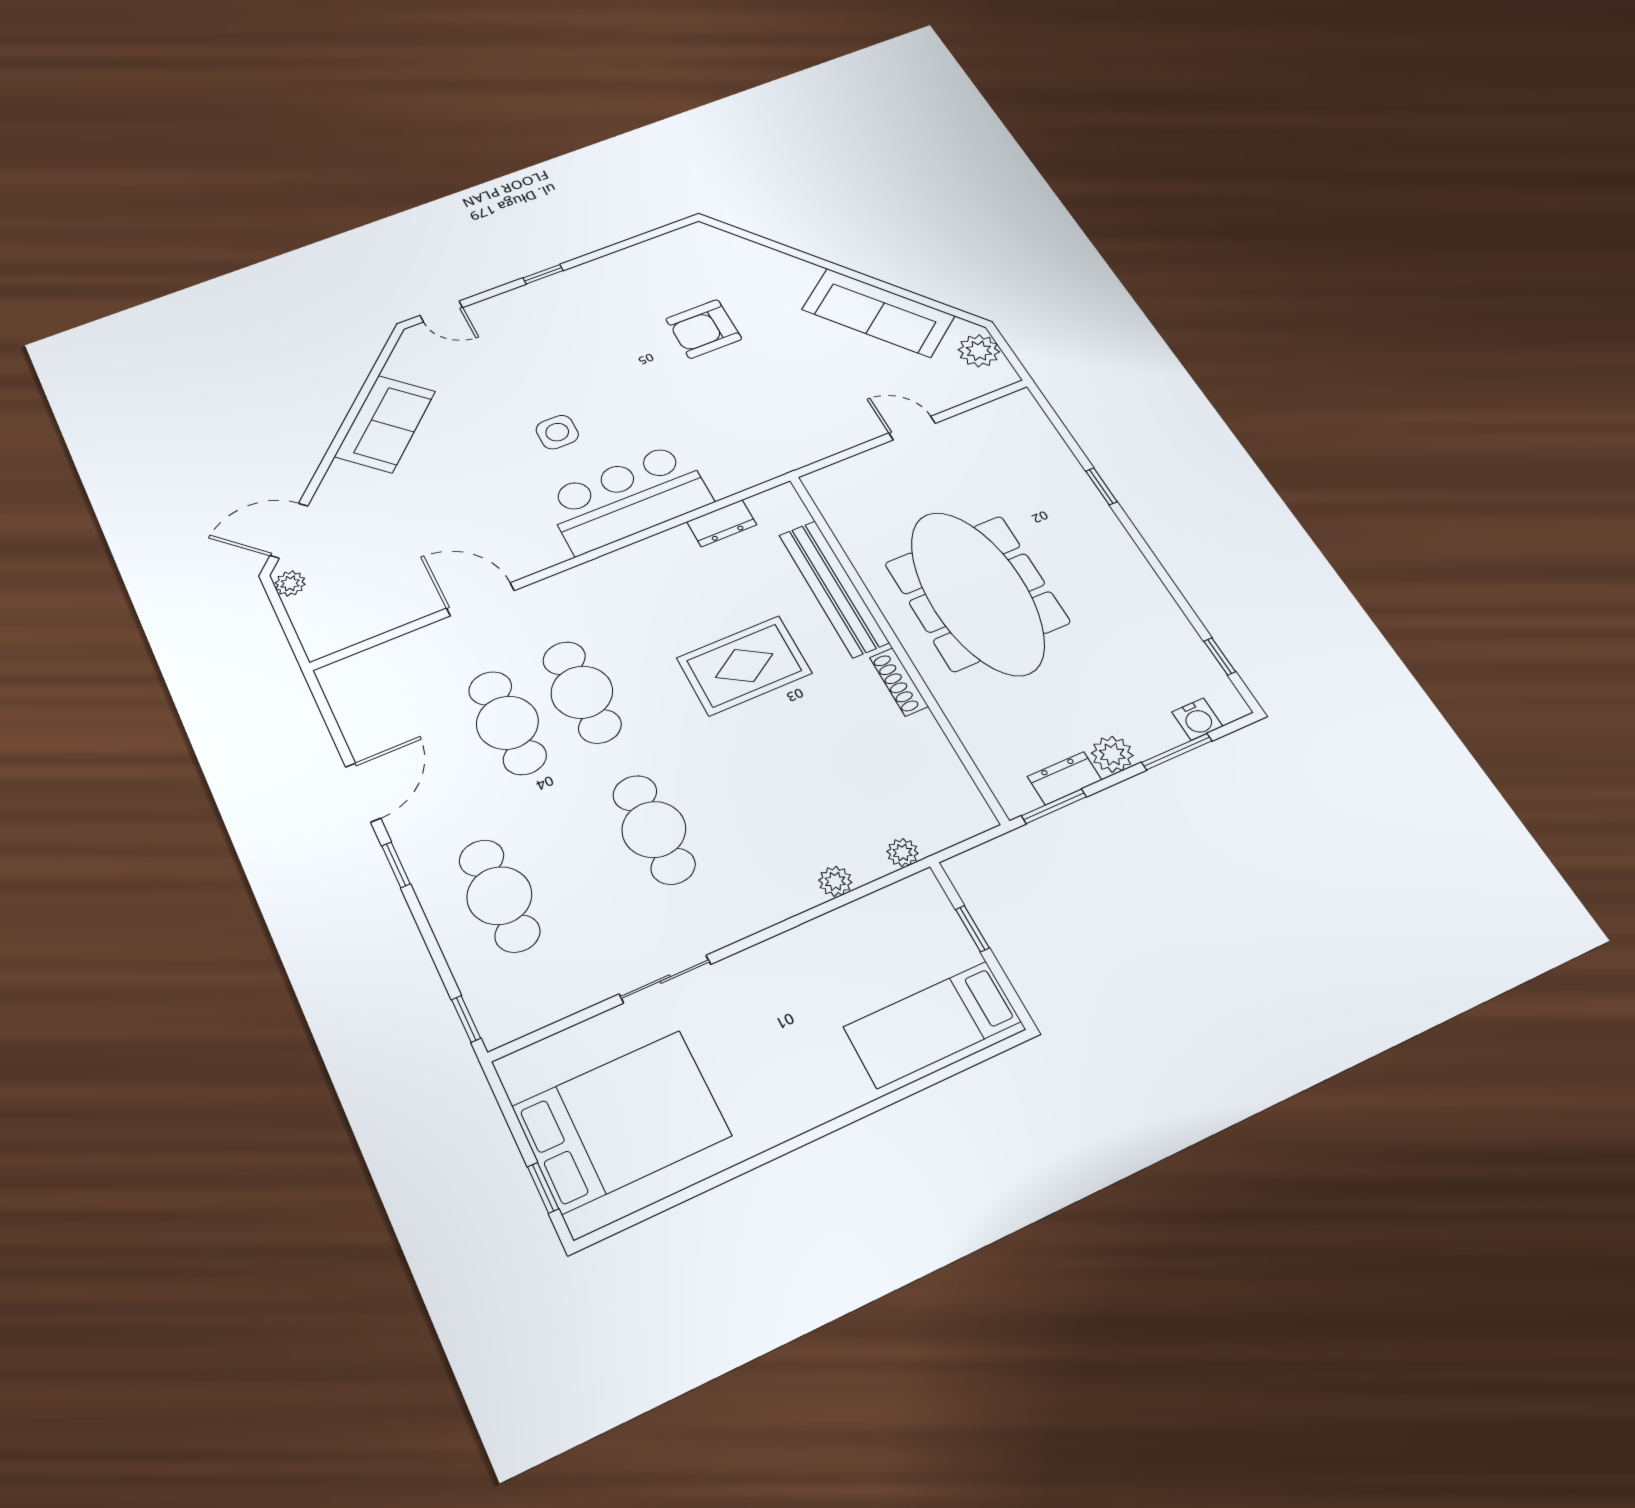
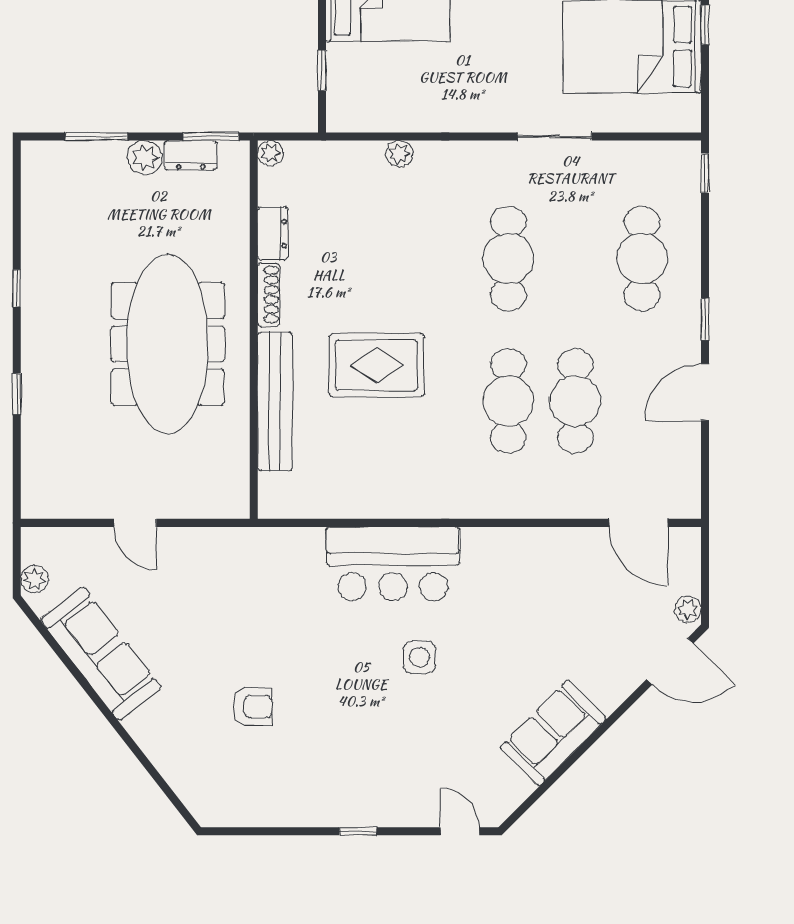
armchair: (704, 329) -> (253, 707), width x0.72, depth x0.72
plant: (979, 351) -> (34, 579), width x0.73, depth x0.73
dresser: (722, 523) -> (273, 234), moved, turned 90
door: (480, 599) -> (638, 523), moved
window: (1220, 656) -> (17, 288), moved
water cooler: (1197, 719) -> (65, 156), removed
plant: (903, 852) -> (270, 153), moved

